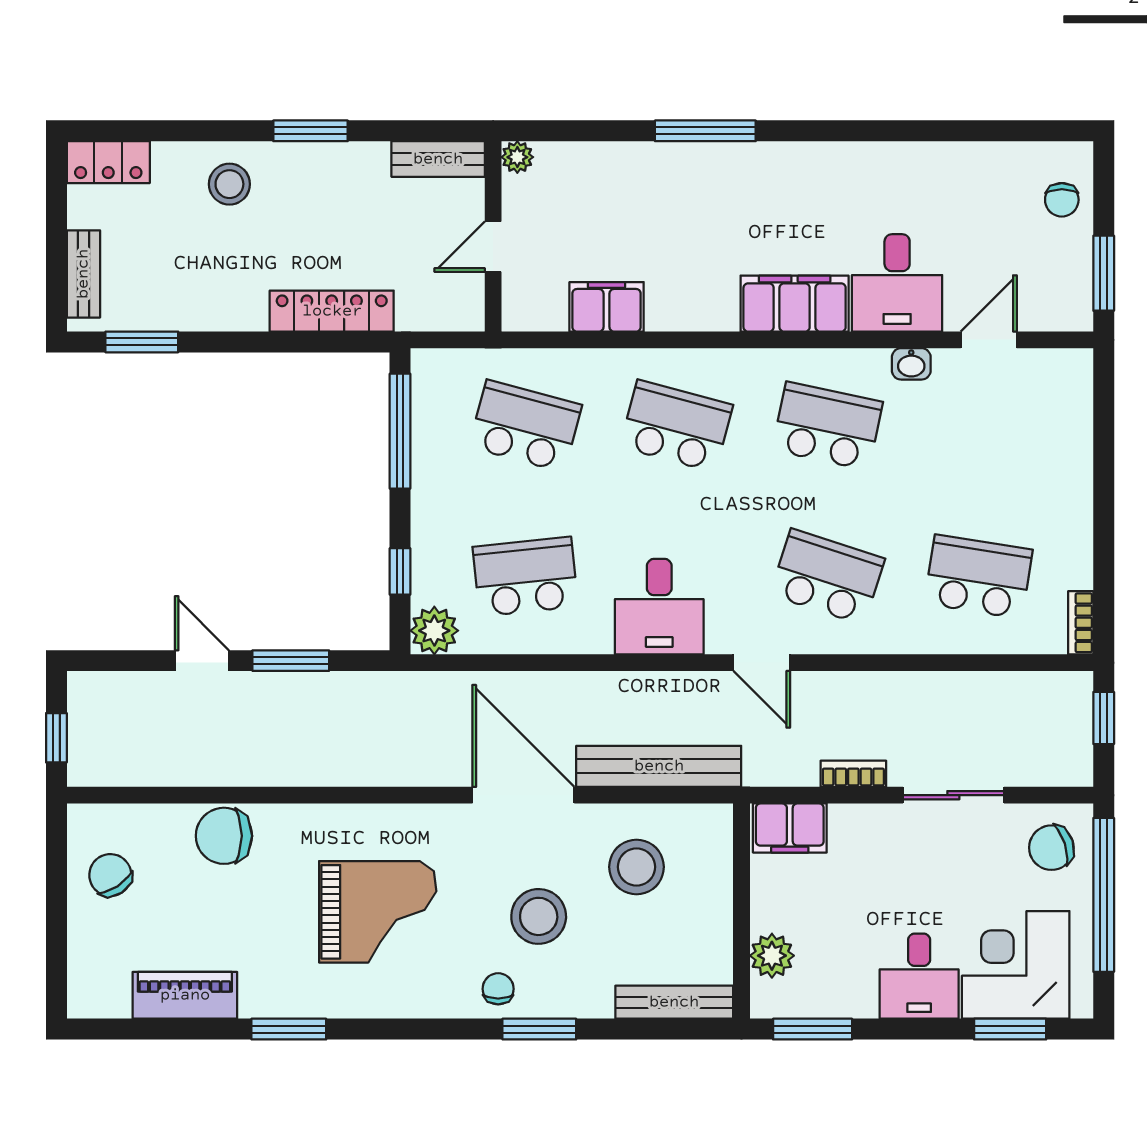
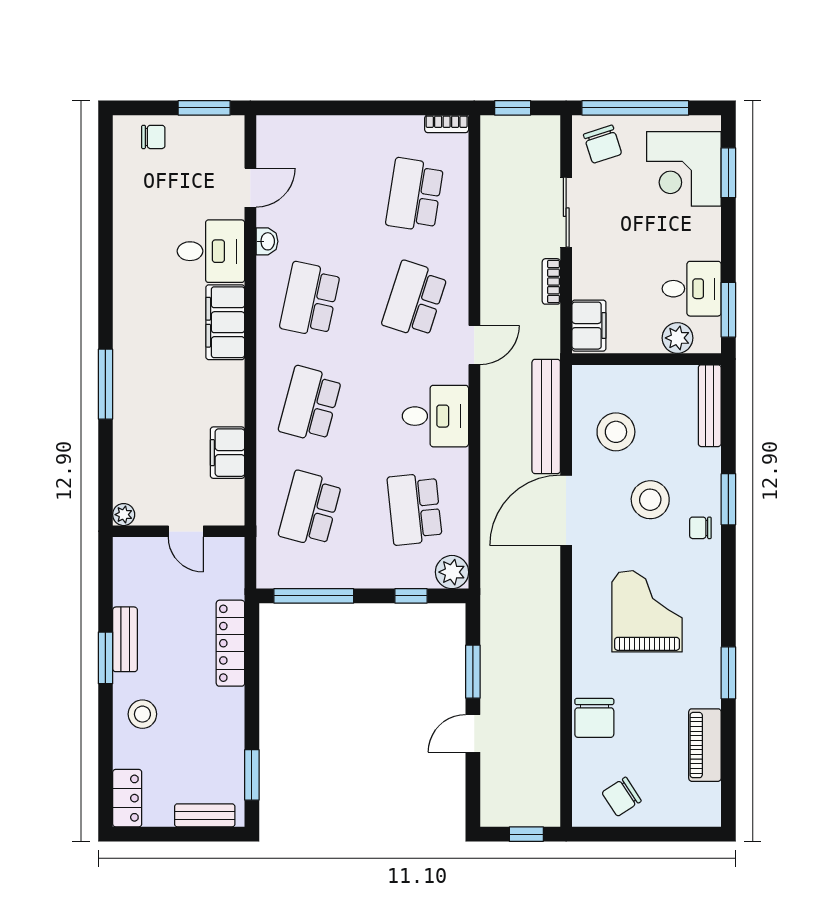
bench: (438, 159) -> (125, 639), moved
door: (989, 340) -> (250, 188), swing flipped
desk: (919, 976) -> (692, 289), moved

